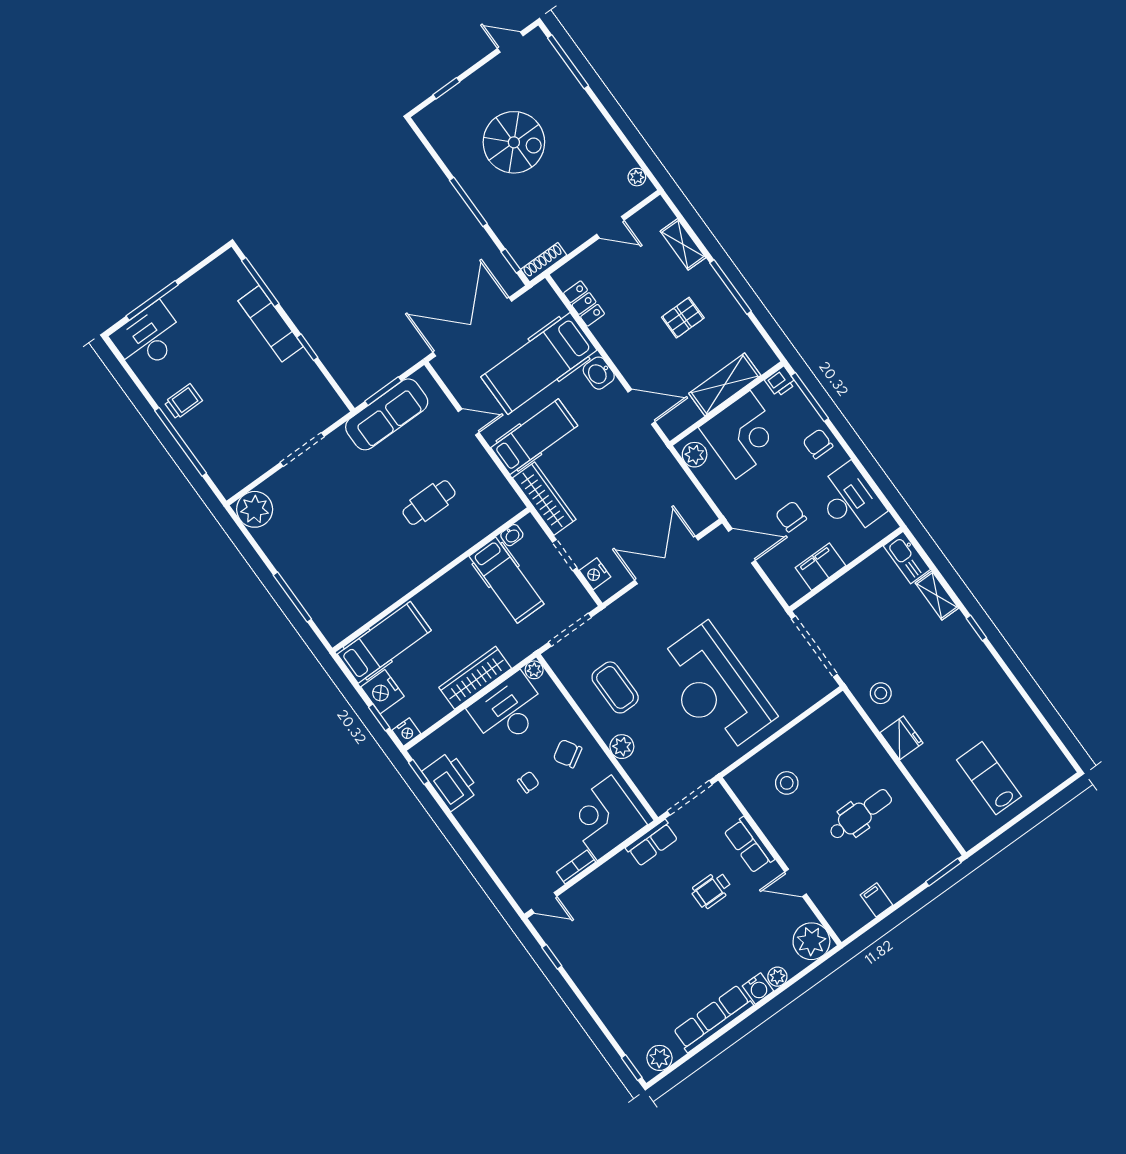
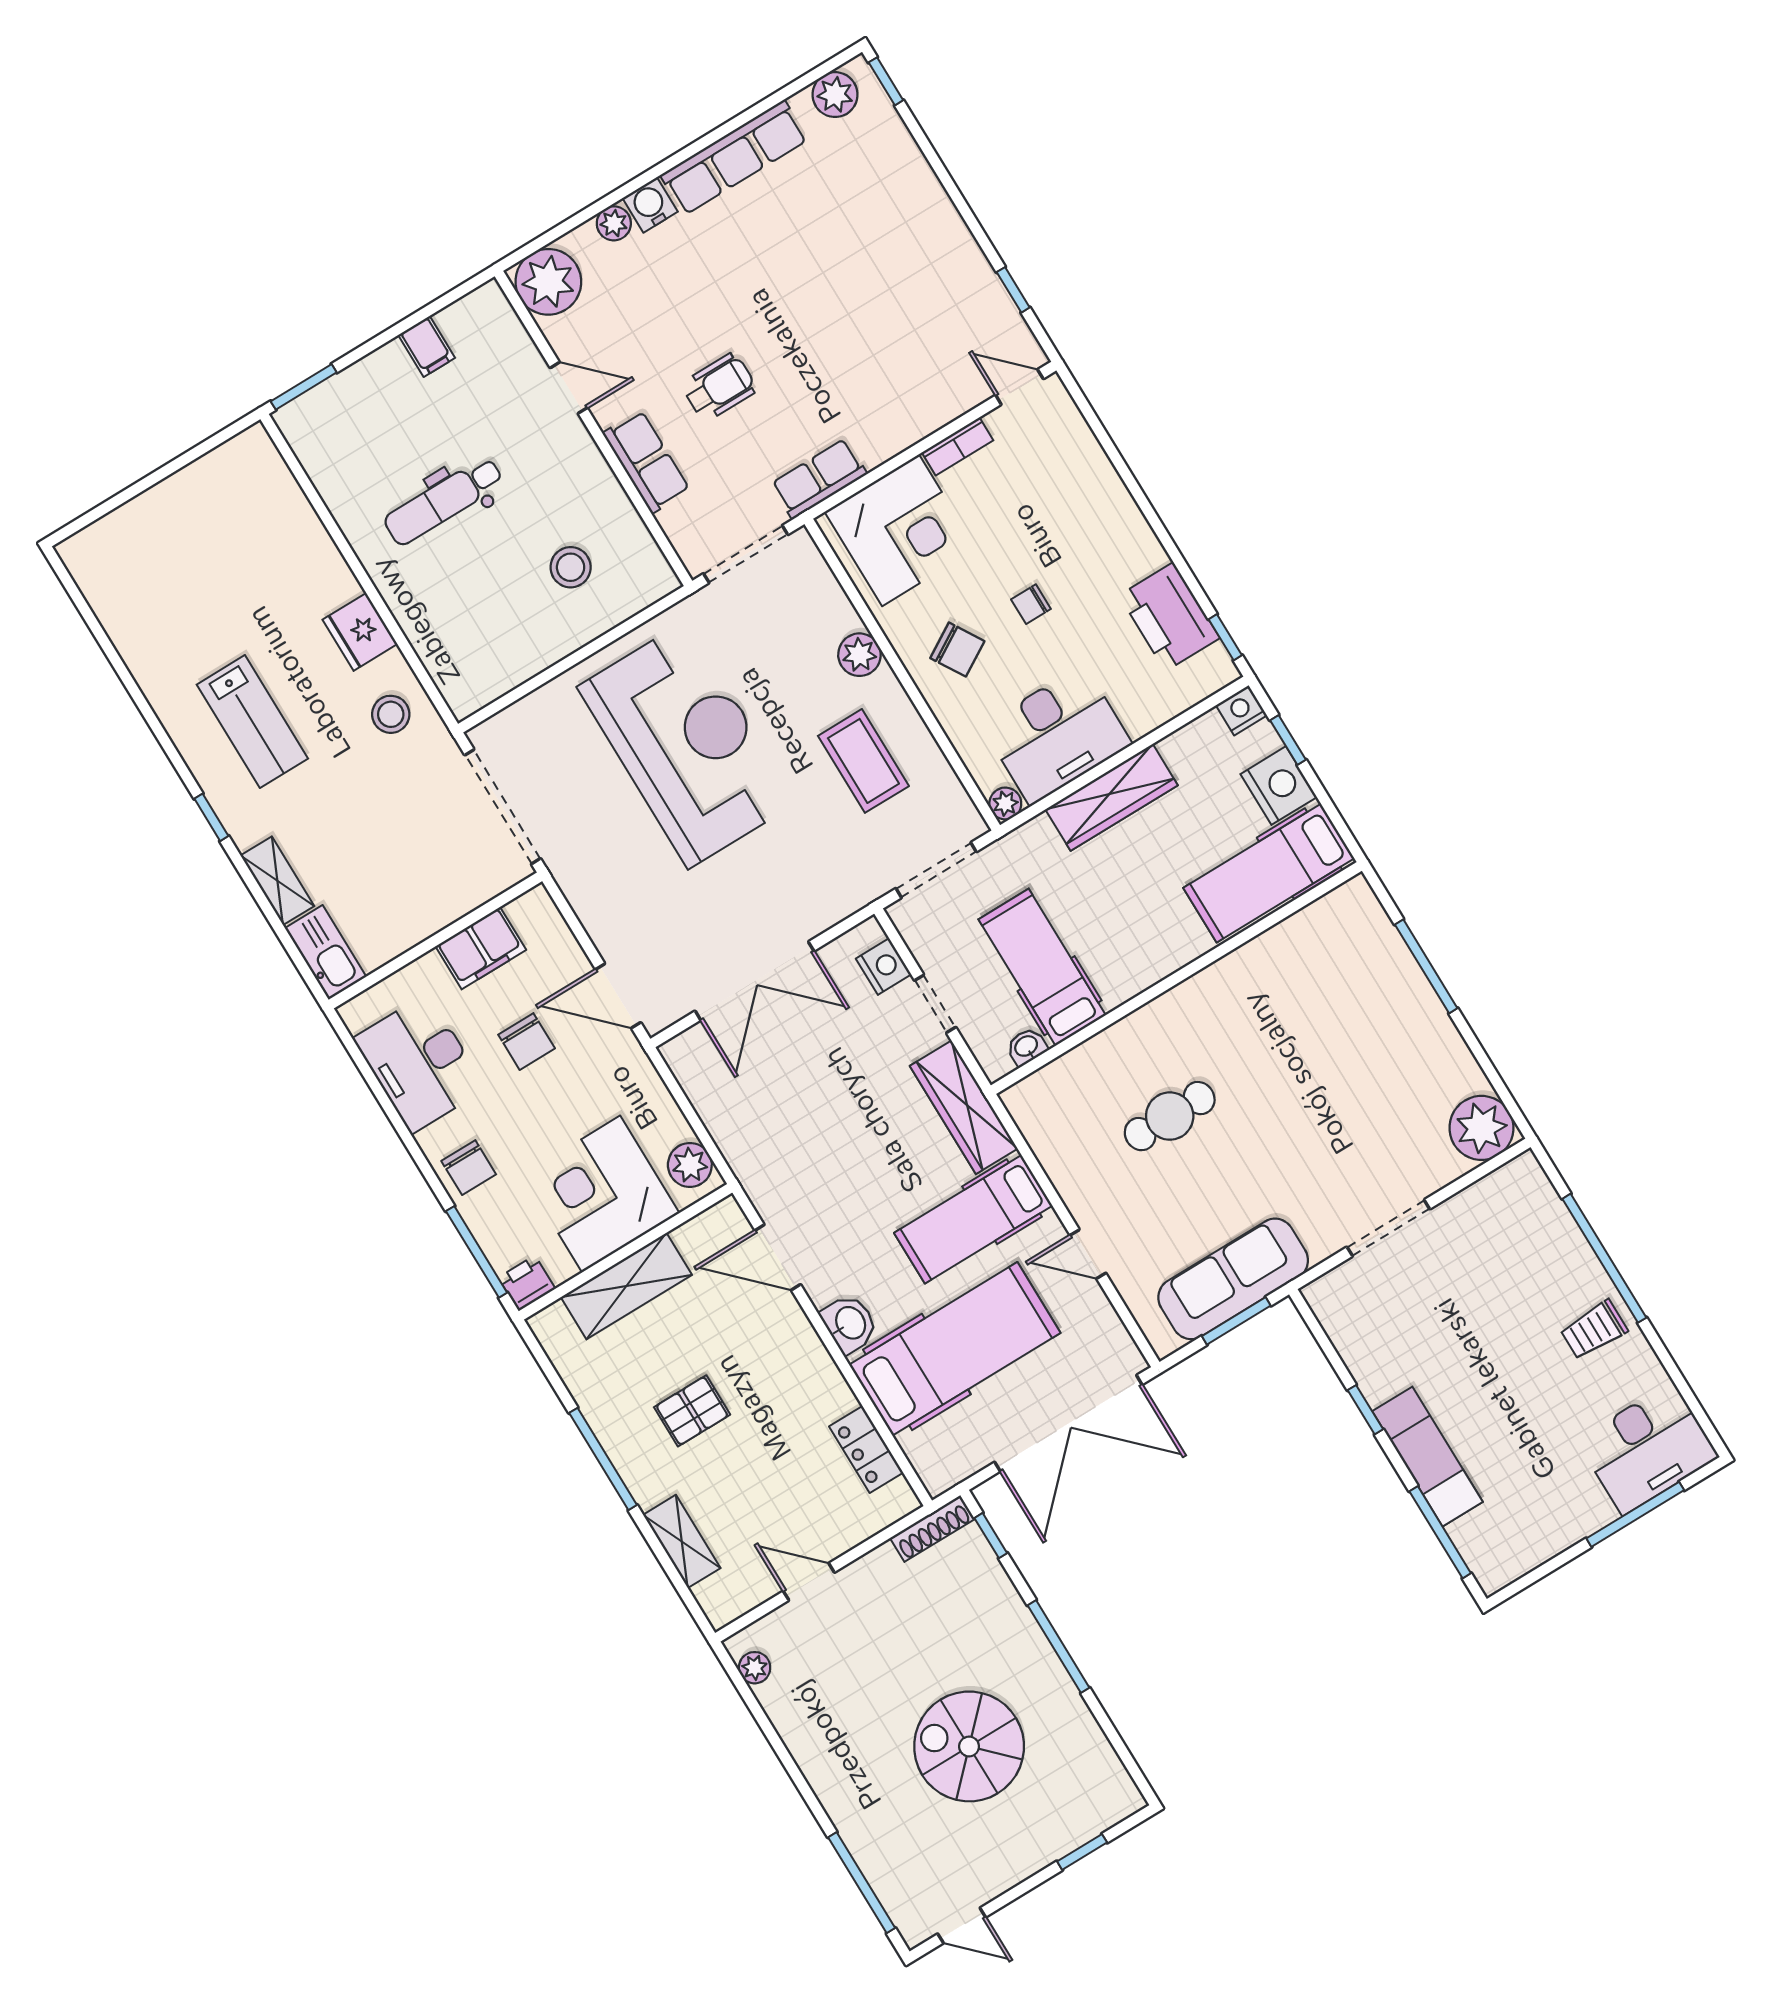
lab bench: (989, 778) -> (252, 722), moved

